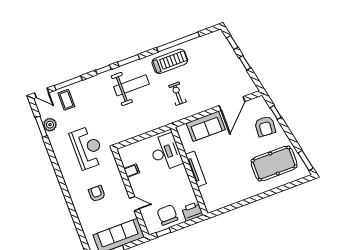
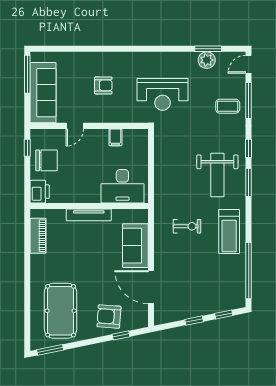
window: (178, 42) -> (249, 270), moved
coffee table: (66, 100) -> (228, 106), moved
piano: (225, 201) -> (38, 236), added

